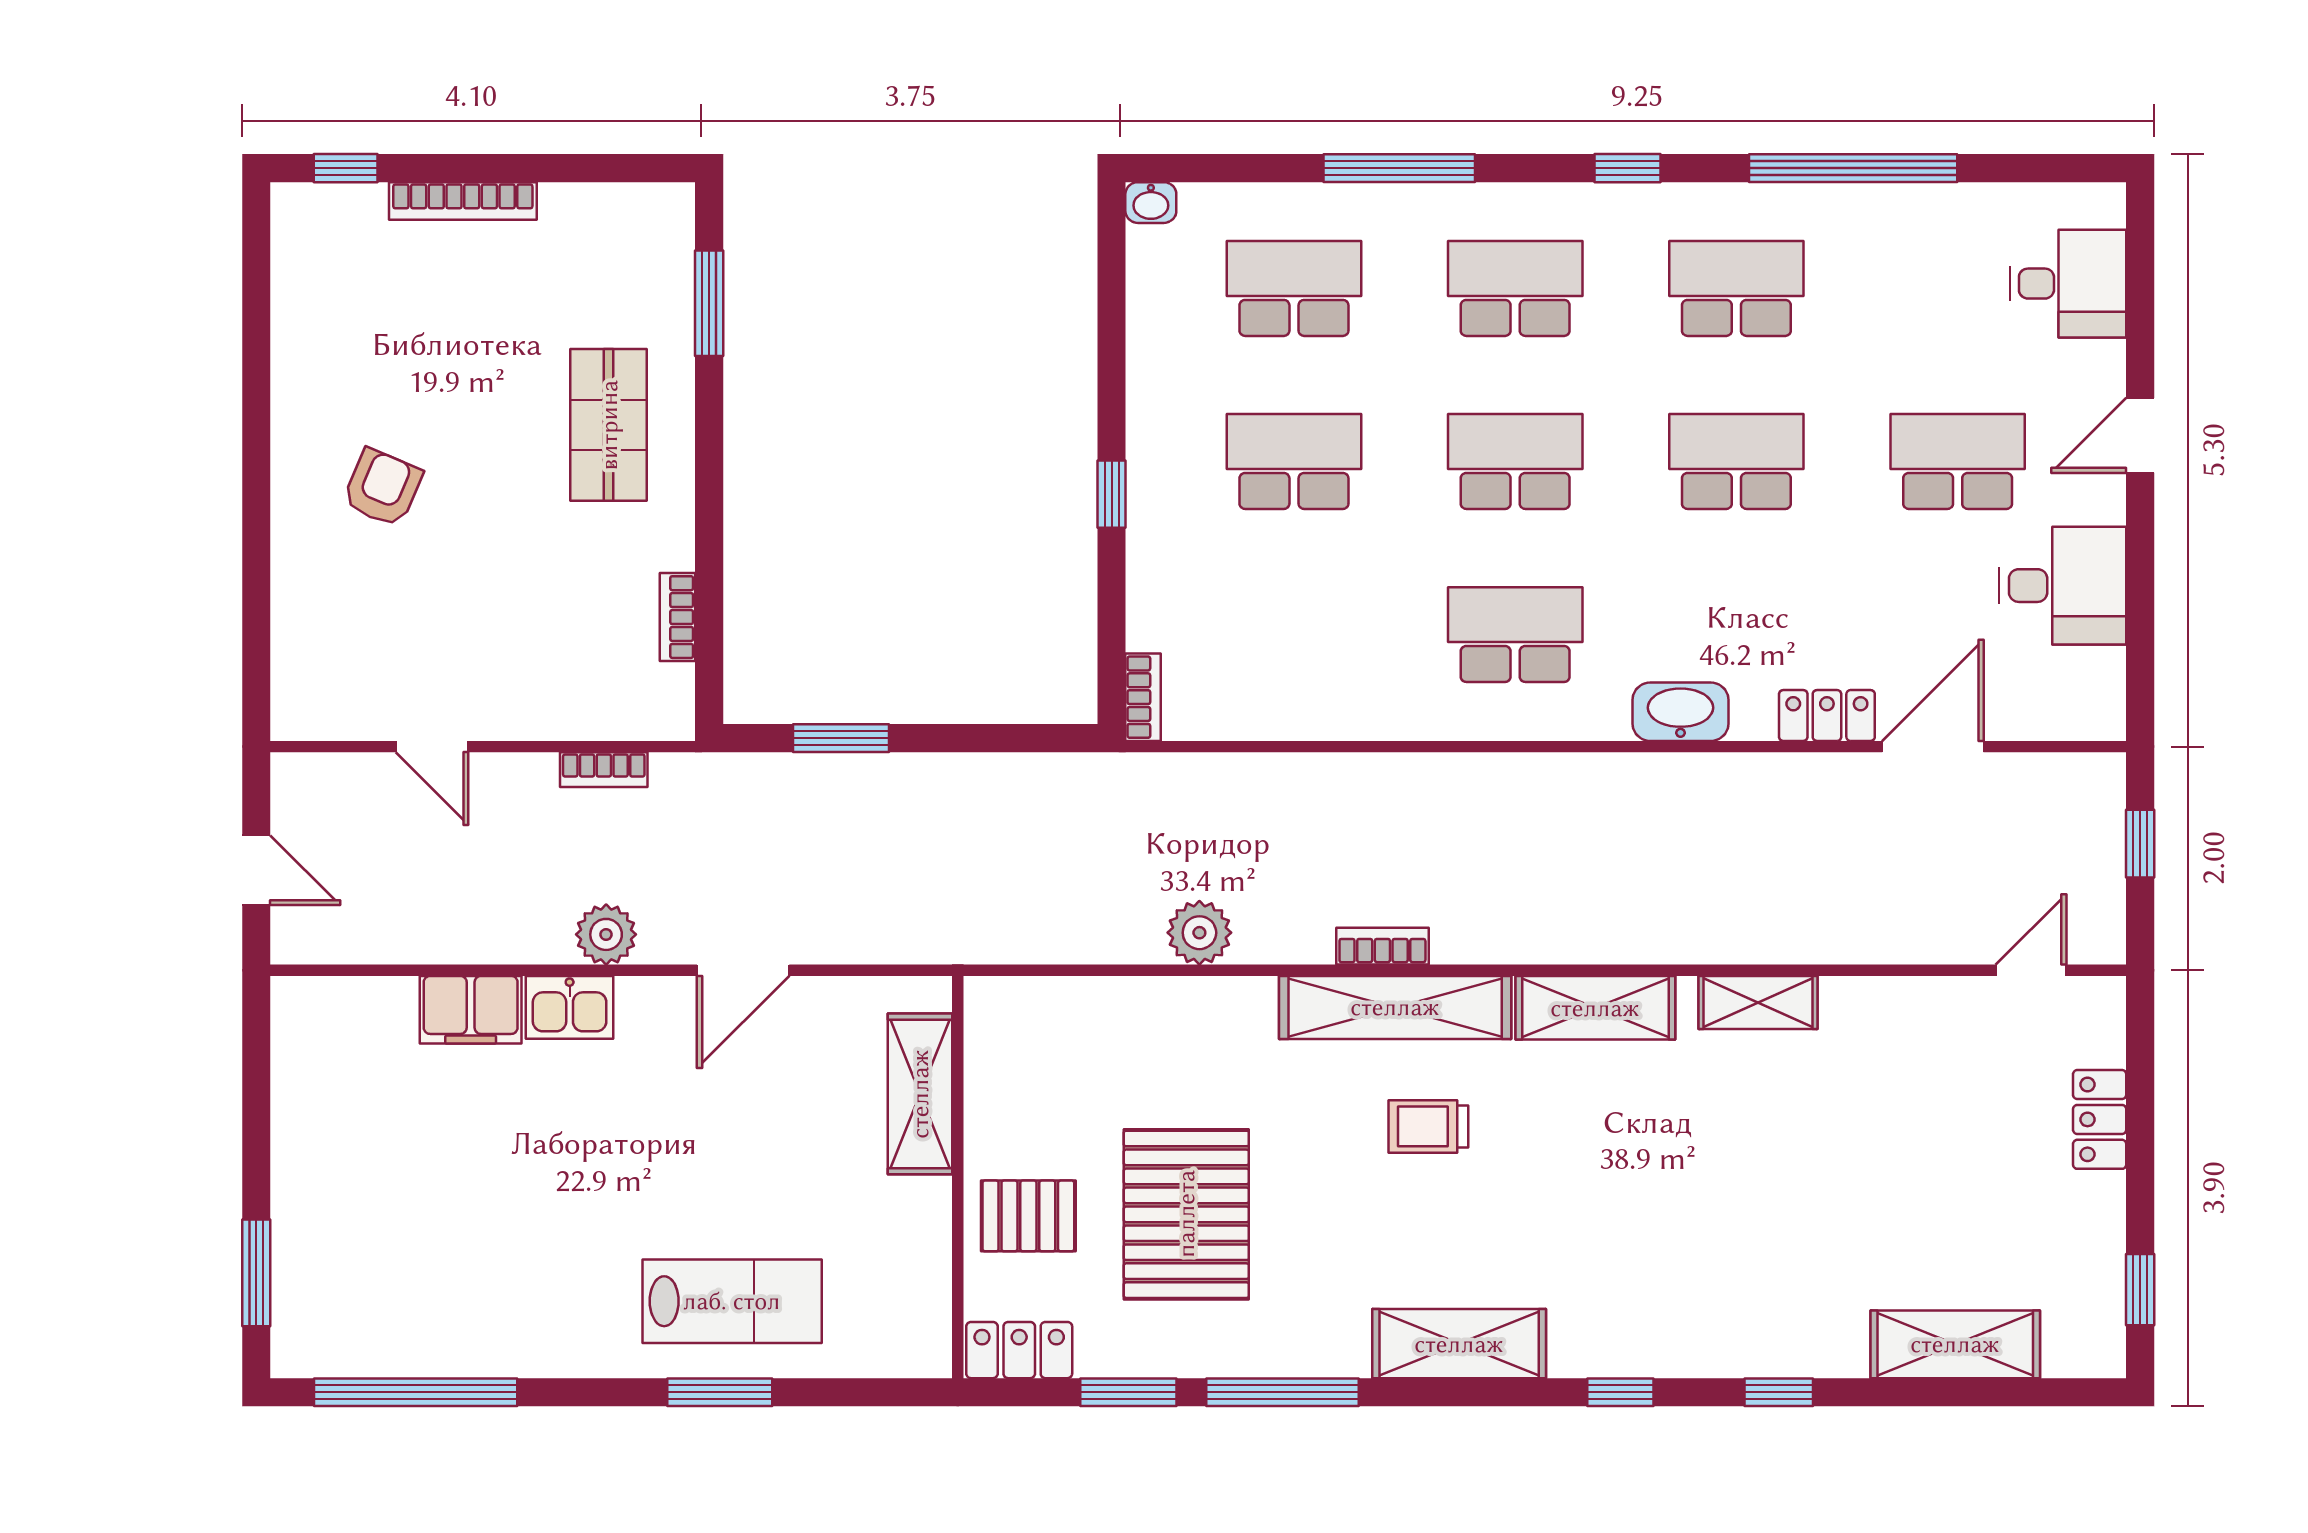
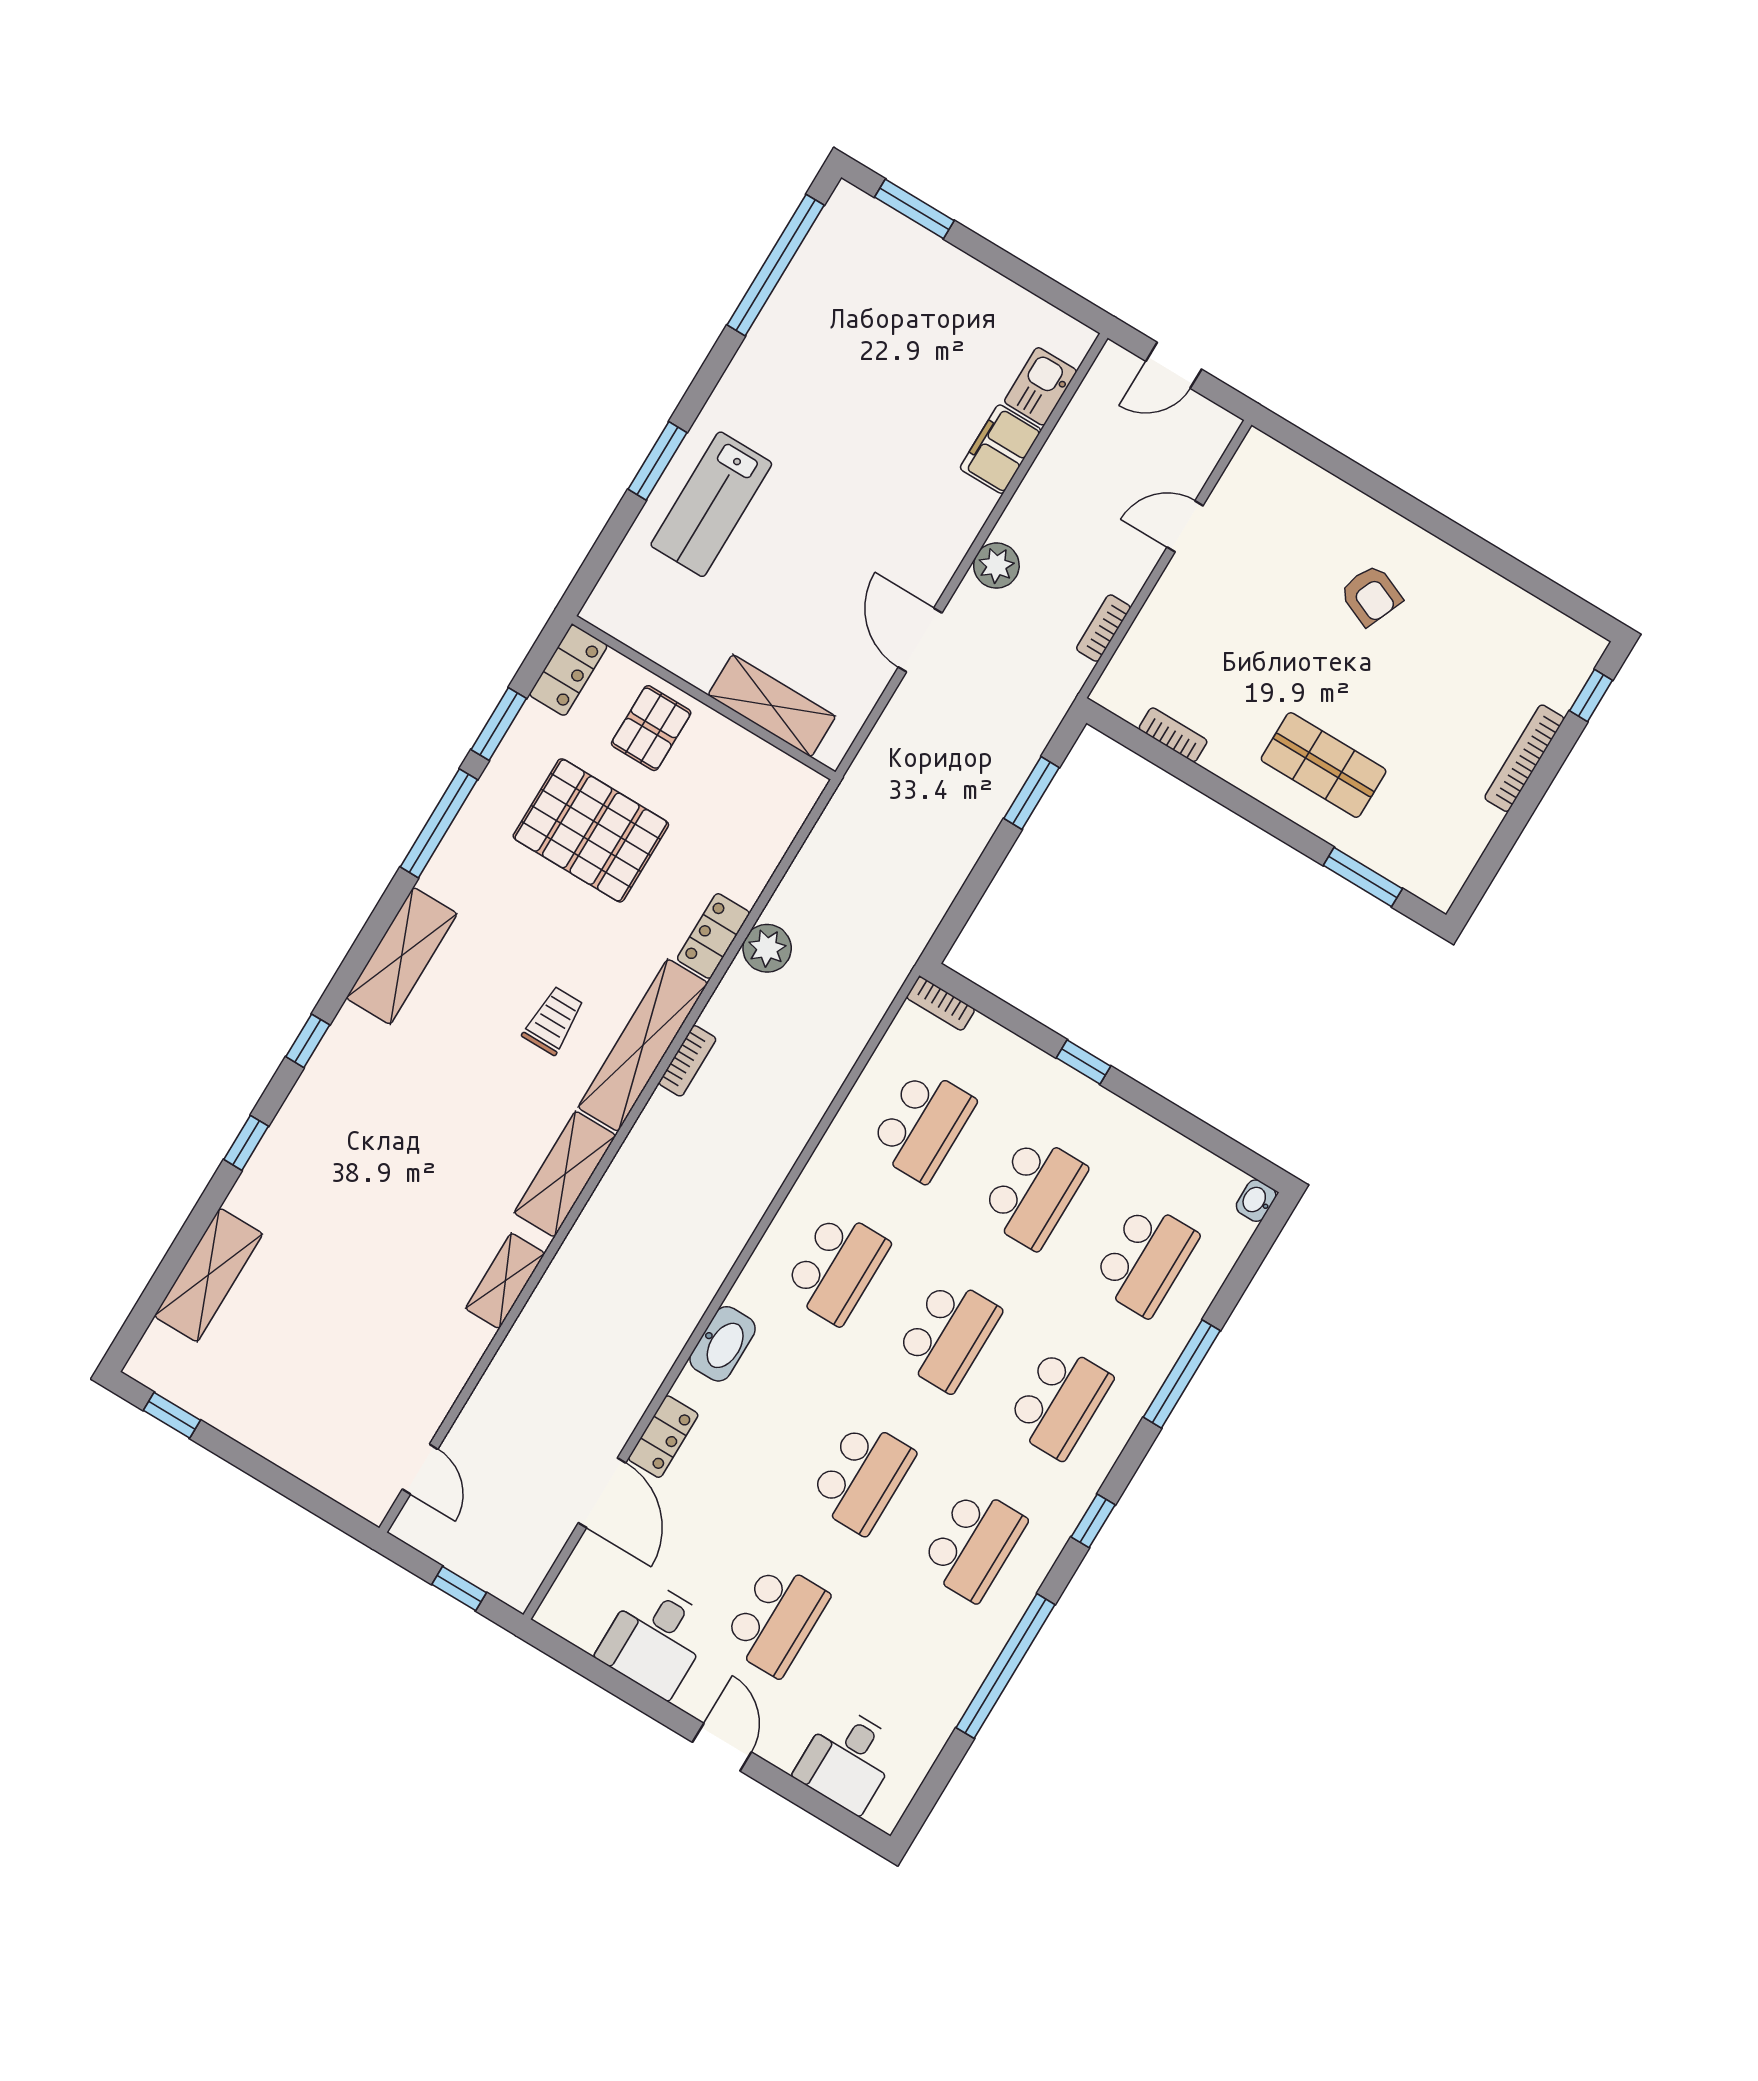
school desk: (1294, 635) -> (922, 1125), added
kitchen sink: (570, 1007) -> (1040, 386), moved
locker: (2100, 1119) -> (713, 936), moved, turned -90

